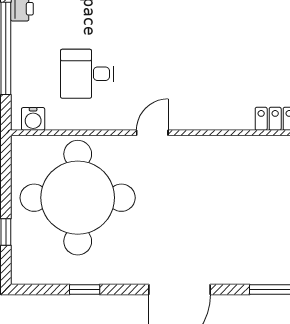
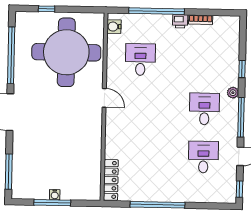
window: (85, 290) -> (11, 55), width x3.17

